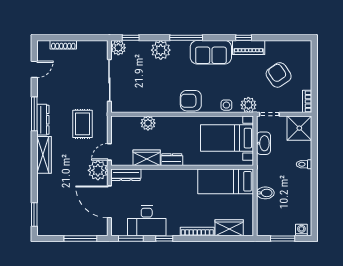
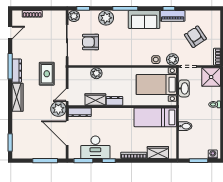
armchair: (191, 101) -> (91, 42), moved

